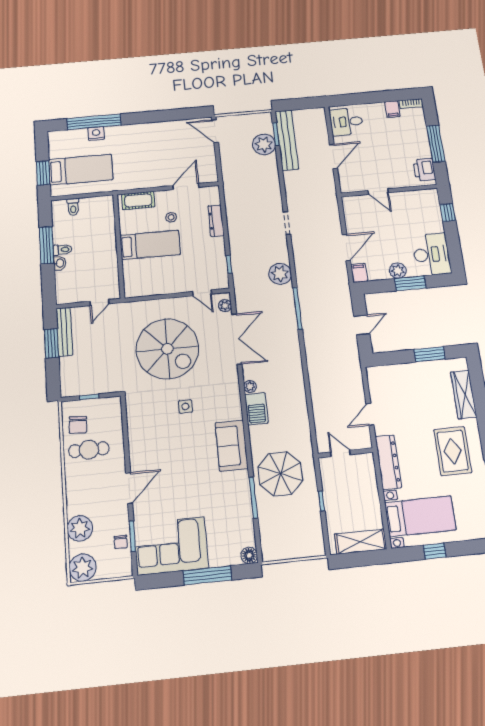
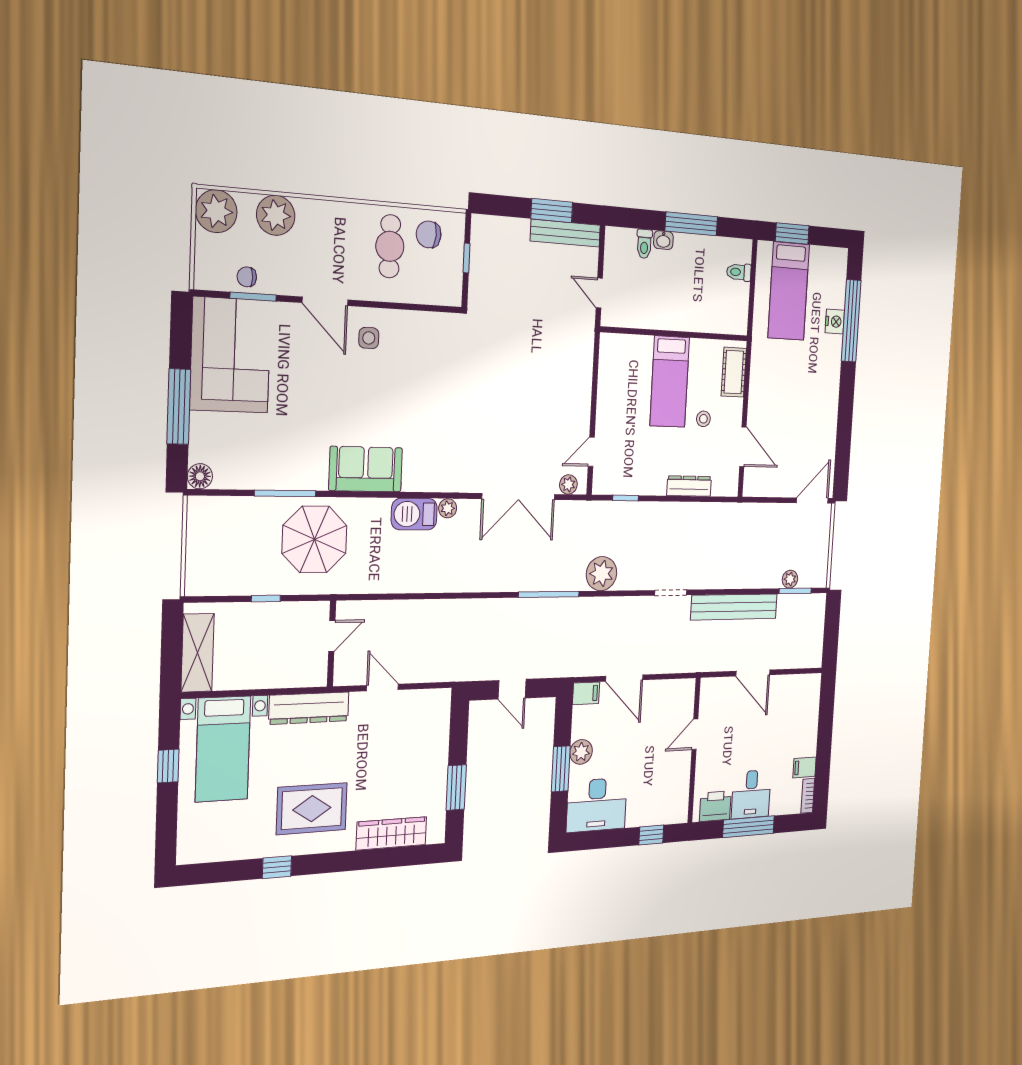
desk: (346, 122) -> (751, 794), moved, turned 180
bench: (287, 140) -> (734, 607), moved
plant: (264, 144) -> (790, 579), width x0.53, depth x0.53
toilet: (62, 250) -> (644, 244), moved
spiral stairs: (167, 349) -> (519, 388), removed
side table: (185, 406) -> (369, 338), moved

